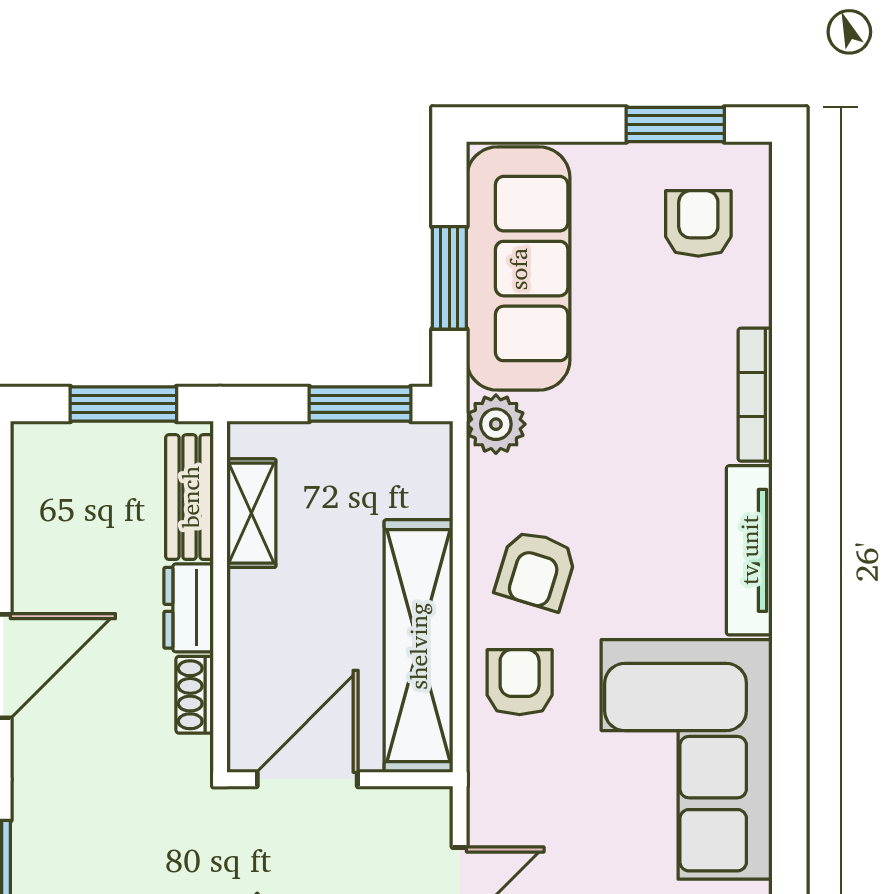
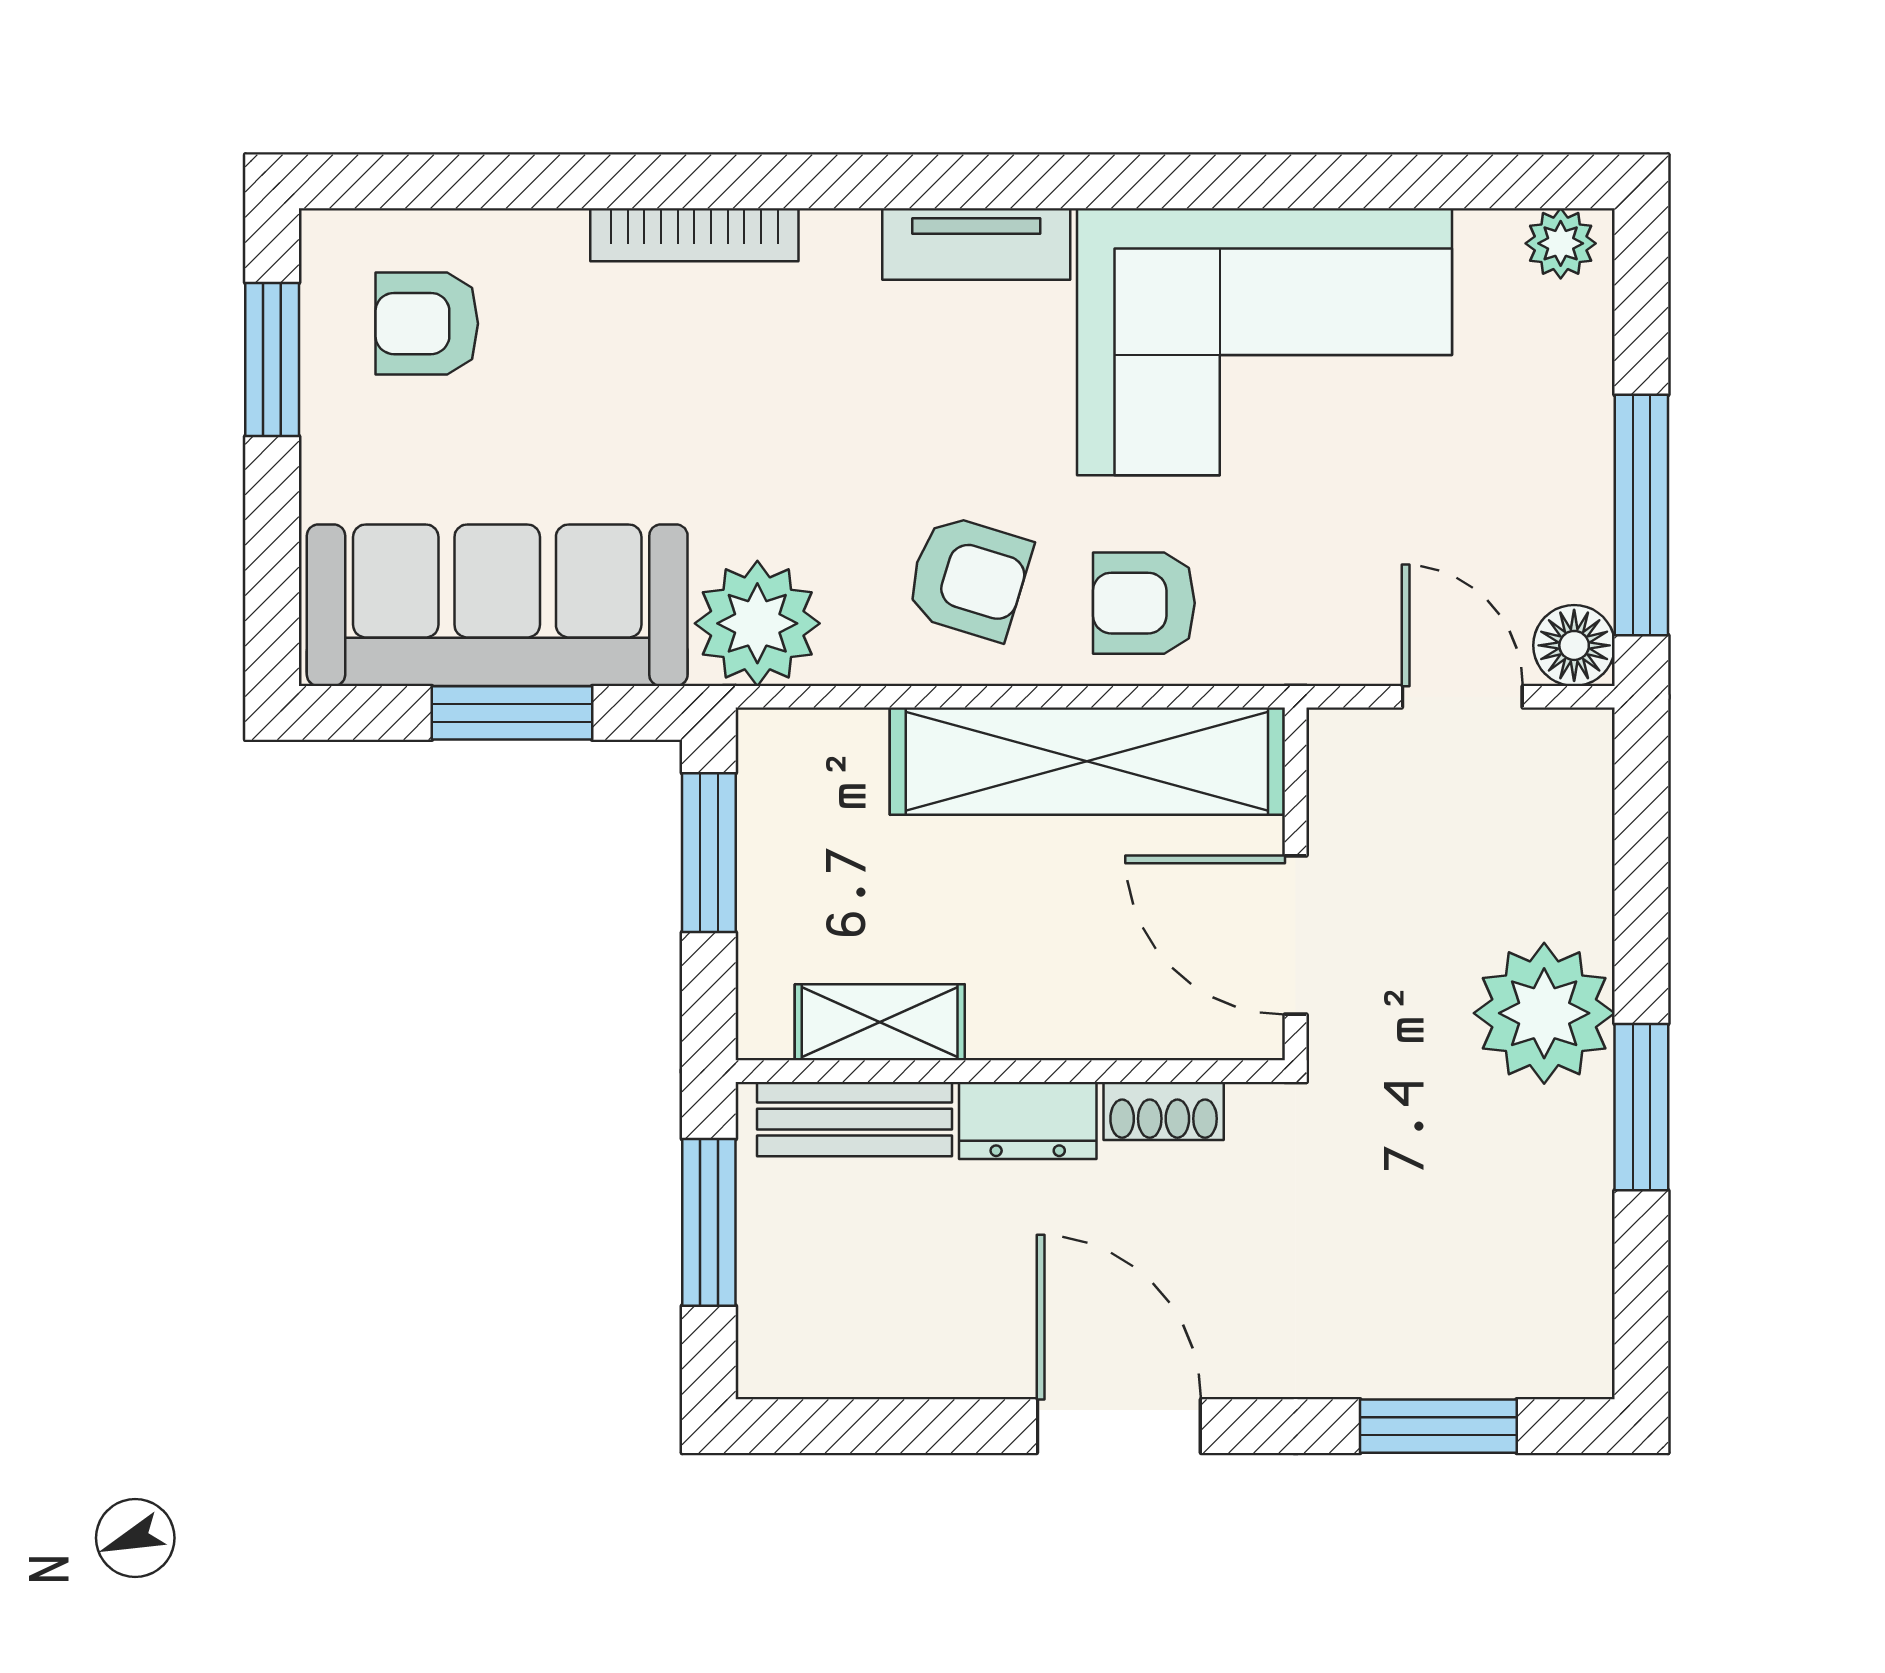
plant: (496, 424) -> (757, 623), width x1.36, depth x1.36
tv unit: (749, 550) -> (976, 244), width x0.71

